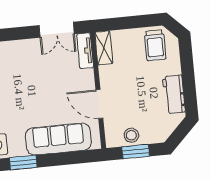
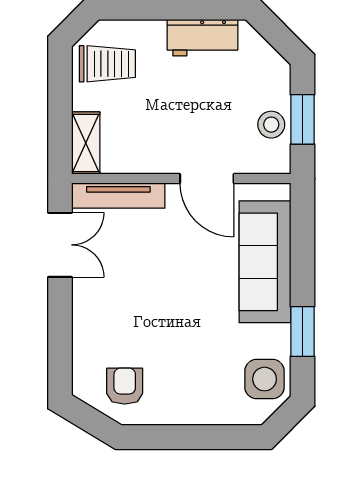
shelving: (104, 48) -> (86, 143), moved, turned 90
tv unit: (85, 51) -> (118, 196), width x1.41
door: (99, 104) -> (207, 179), hinge flipped

